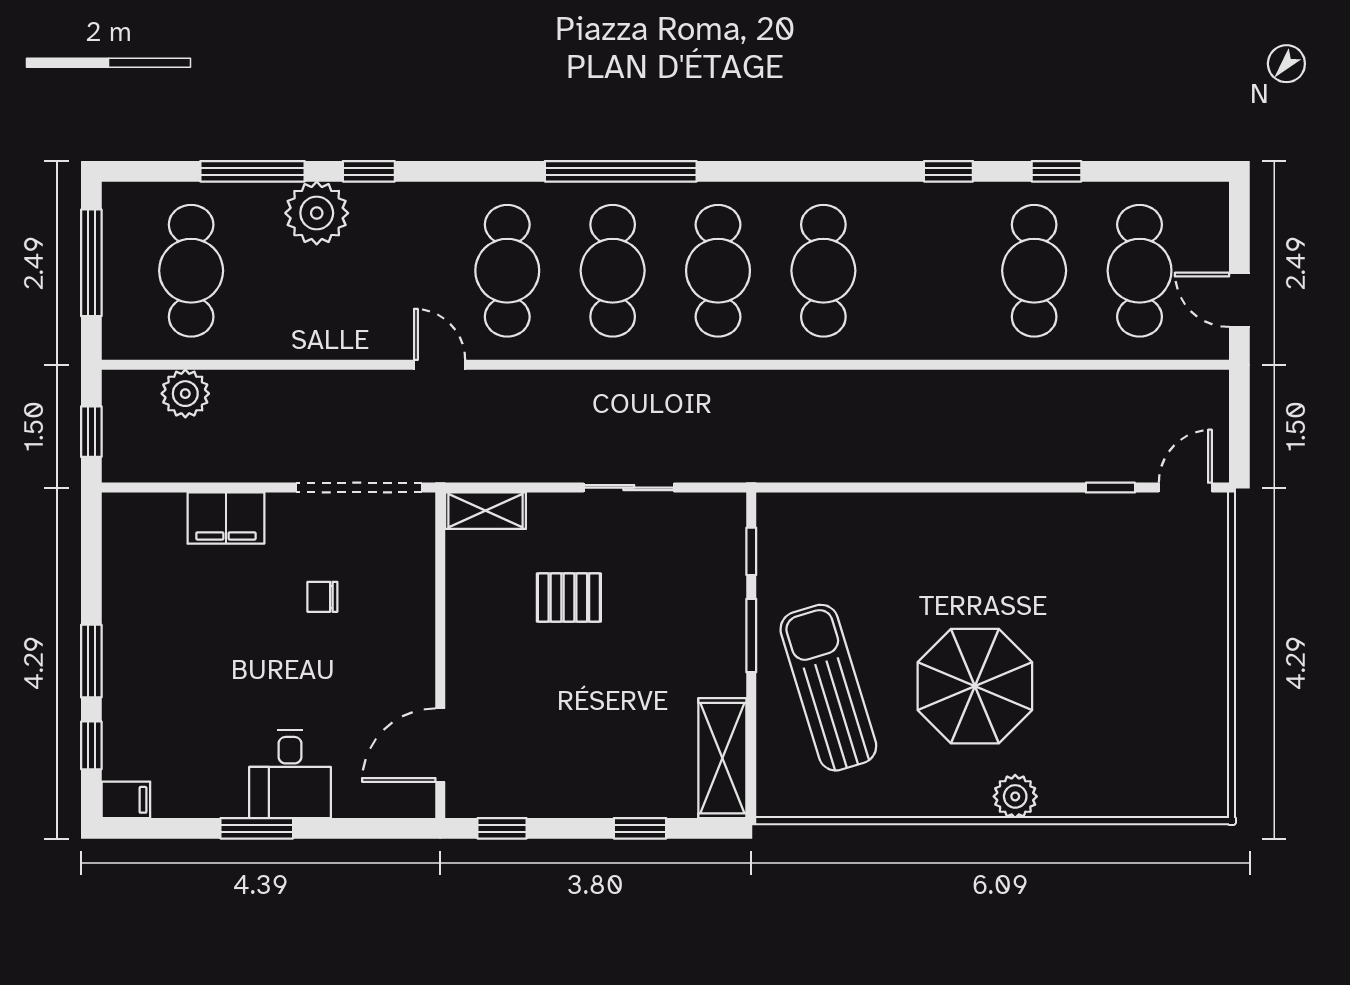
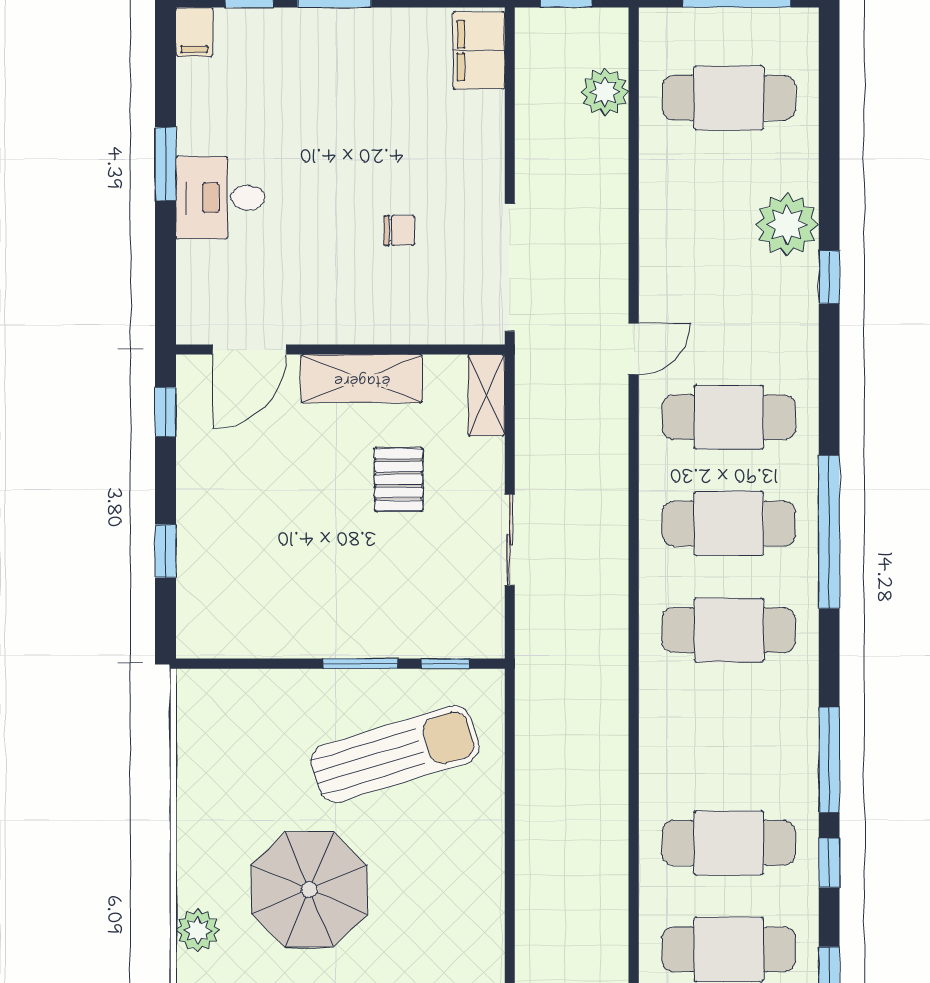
window: (253, 171) -> (829, 760), moved
cafe table: (823, 271) -> (729, 843), moved
filing cabinet: (226, 518) -> (479, 51), moved
chair: (322, 597) -> (399, 230), turned 90
sun lounger: (828, 688) -> (395, 754), moved
door: (440, 745) -> (250, 350), swing flipped
shelving: (722, 758) -> (362, 379), moved

